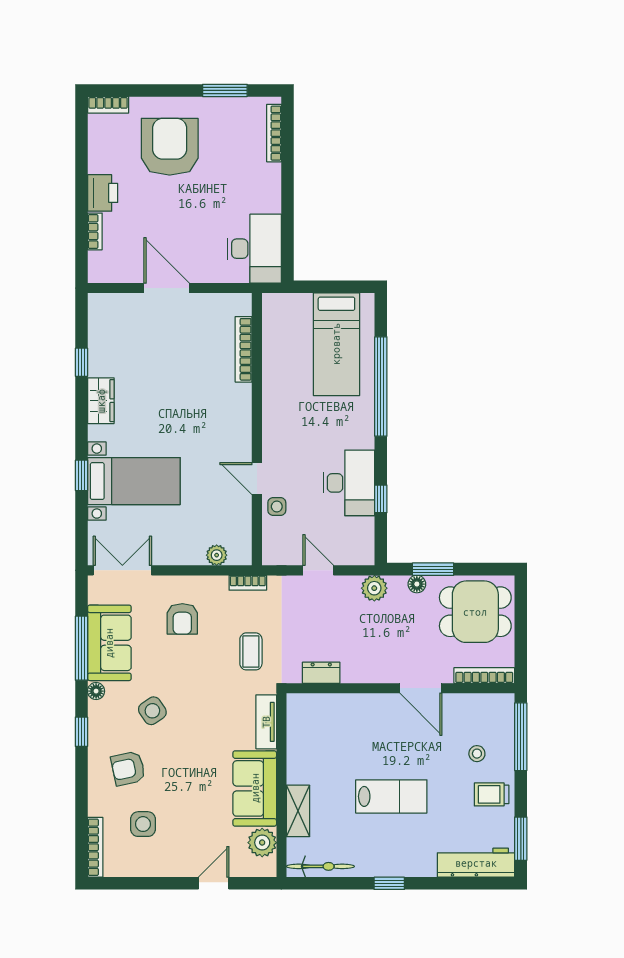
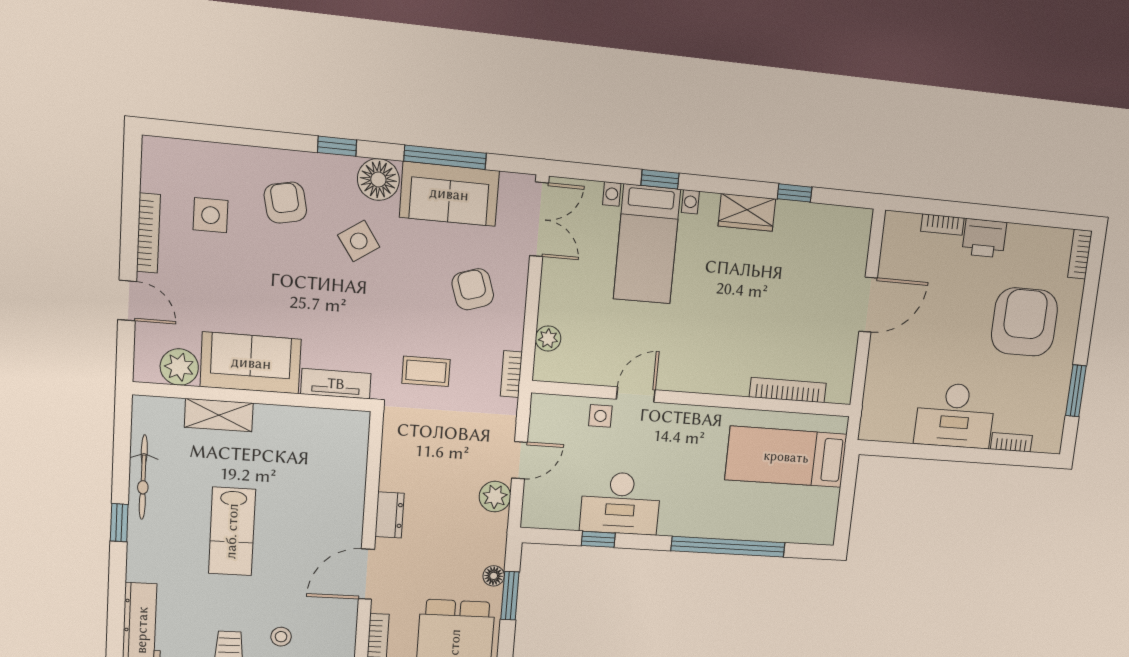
bookcase: (274, 133) -> (1011, 442), width x0.64
armchair: (170, 147) -> (1024, 322), turned -90
desk: (254, 249) -> (955, 415), moved
bed: (336, 344) -> (786, 457), moved
plant: (374, 588) -> (495, 497), moved
armchair: (182, 619) -> (473, 289), turned 72
dresser: (321, 673) -> (390, 515), moved
floor lamp: (96, 691) -> (378, 180), width x1.89, depth x1.89
bookcase: (95, 847) -> (148, 233), moved, turned -90
bicycle: (320, 866) -> (143, 477), moved

